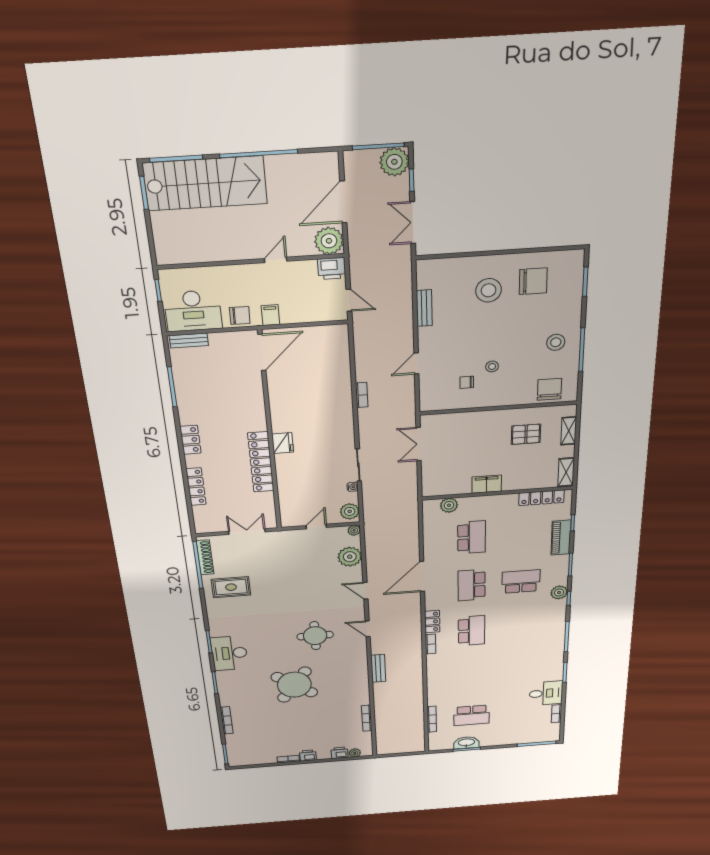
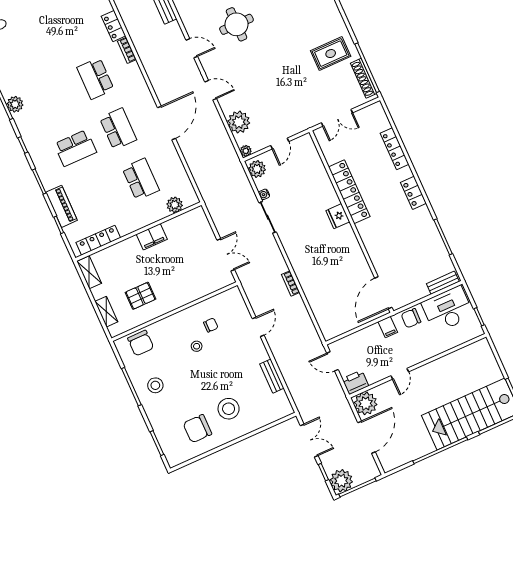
school desk: (472, 537) -> (141, 179), turned 180
plant: (559, 592) -> (15, 104), moved
locker: (432, 622) -> (113, 26), moved

